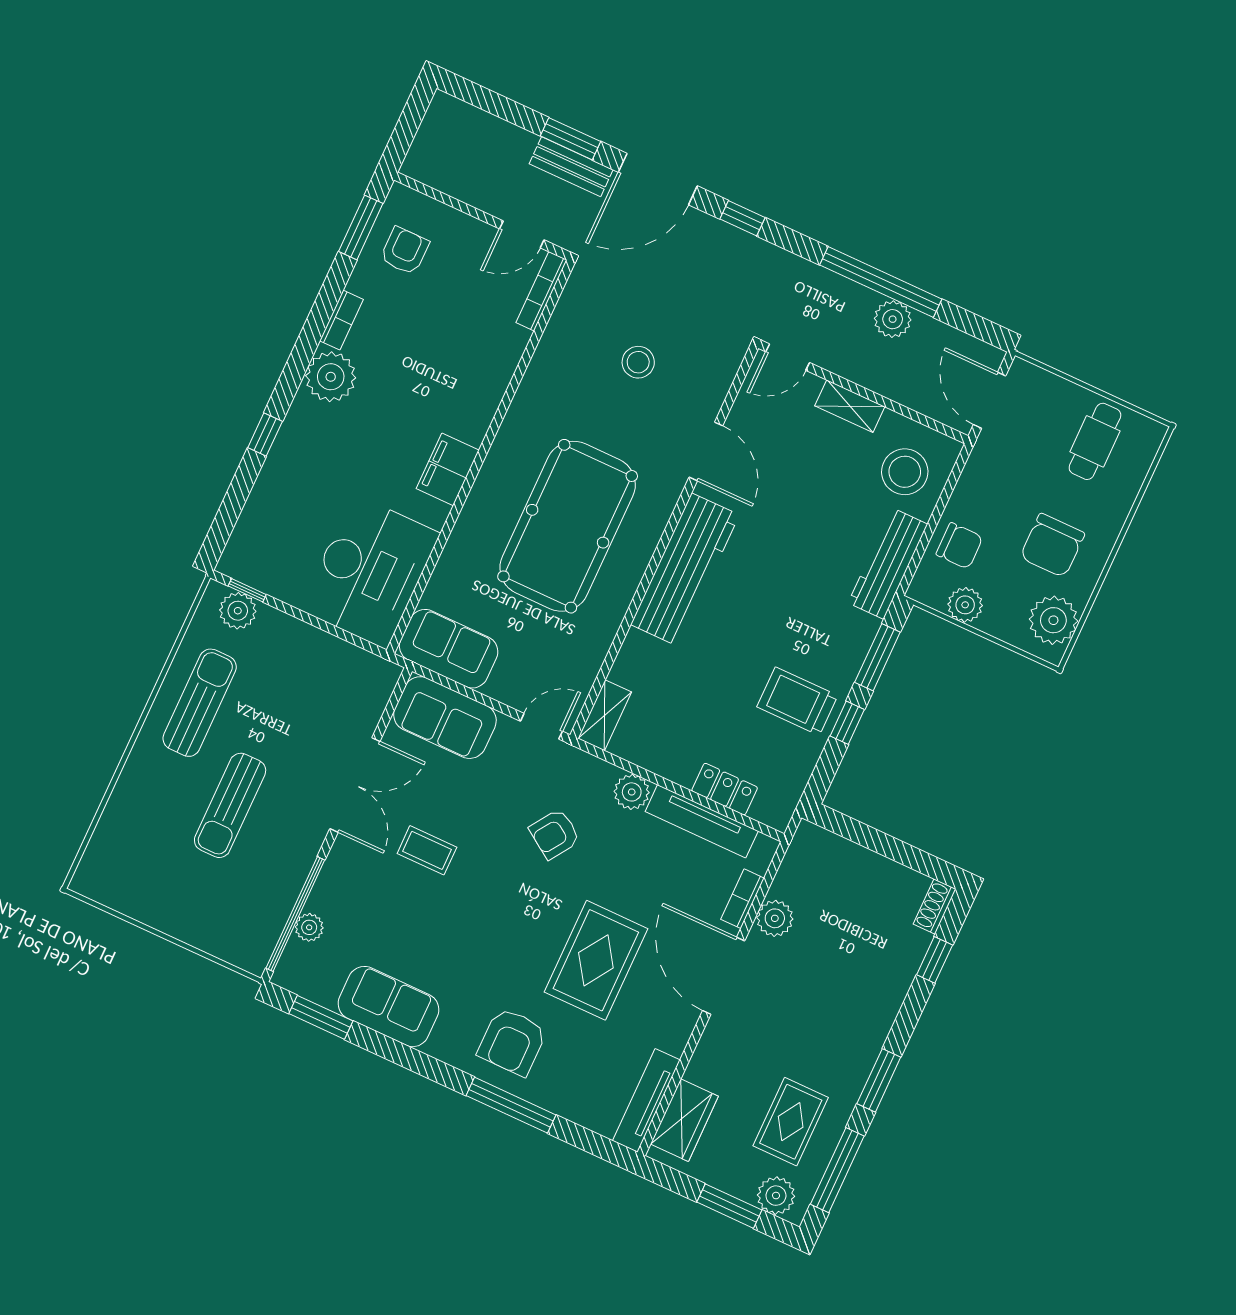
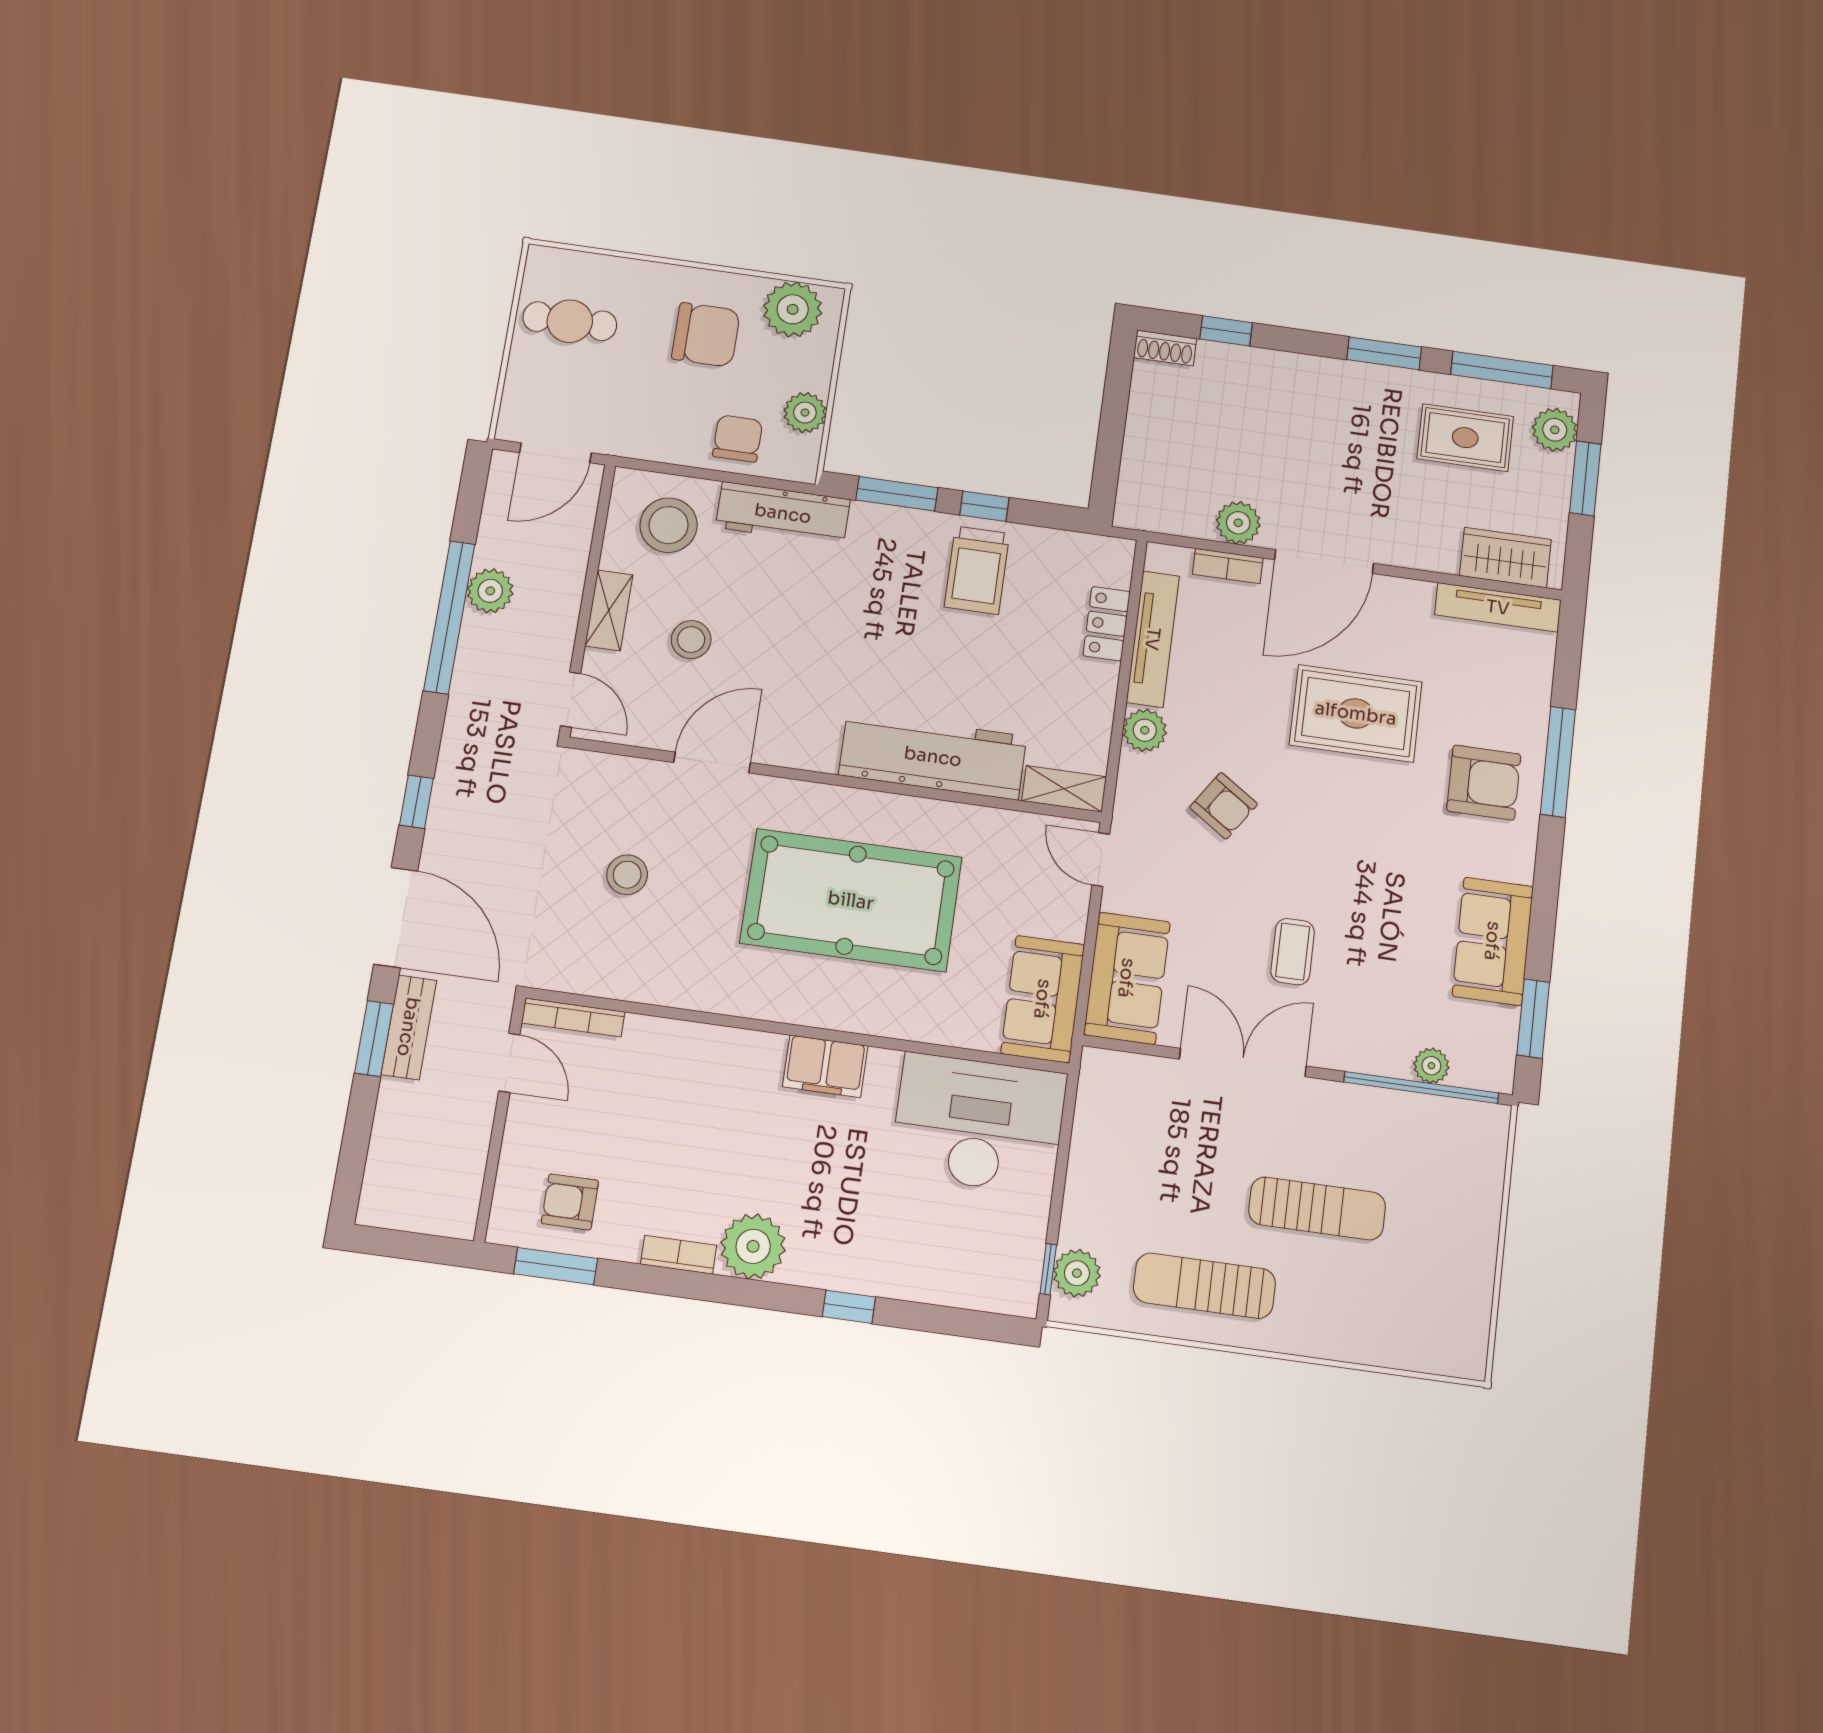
stool: (808, 463) -> (691, 640), added
workbench: (685, 570) -> (933, 756), moved

